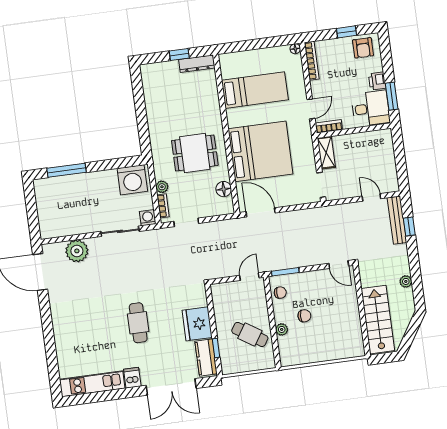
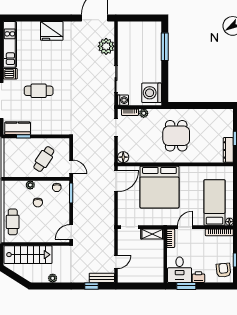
armchair: (363, 48) -> (224, 270), turned 84
bed: (255, 90) -> (214, 203), moved, turned 180
door: (311, 109) -> (185, 227), swing flipped
dining table: (195, 153) -> (176, 136), moved
floor lamp: (224, 189) -> (123, 157), moved
bench: (397, 220) -> (102, 278), width x0.73
cafe table: (138, 323) -> (39, 91), moved
fridge: (197, 324) -> (52, 31), moved, turned 180
cafe table: (250, 334) -> (44, 159), moved
cafe table: (336, 347) -> (13, 222), added

